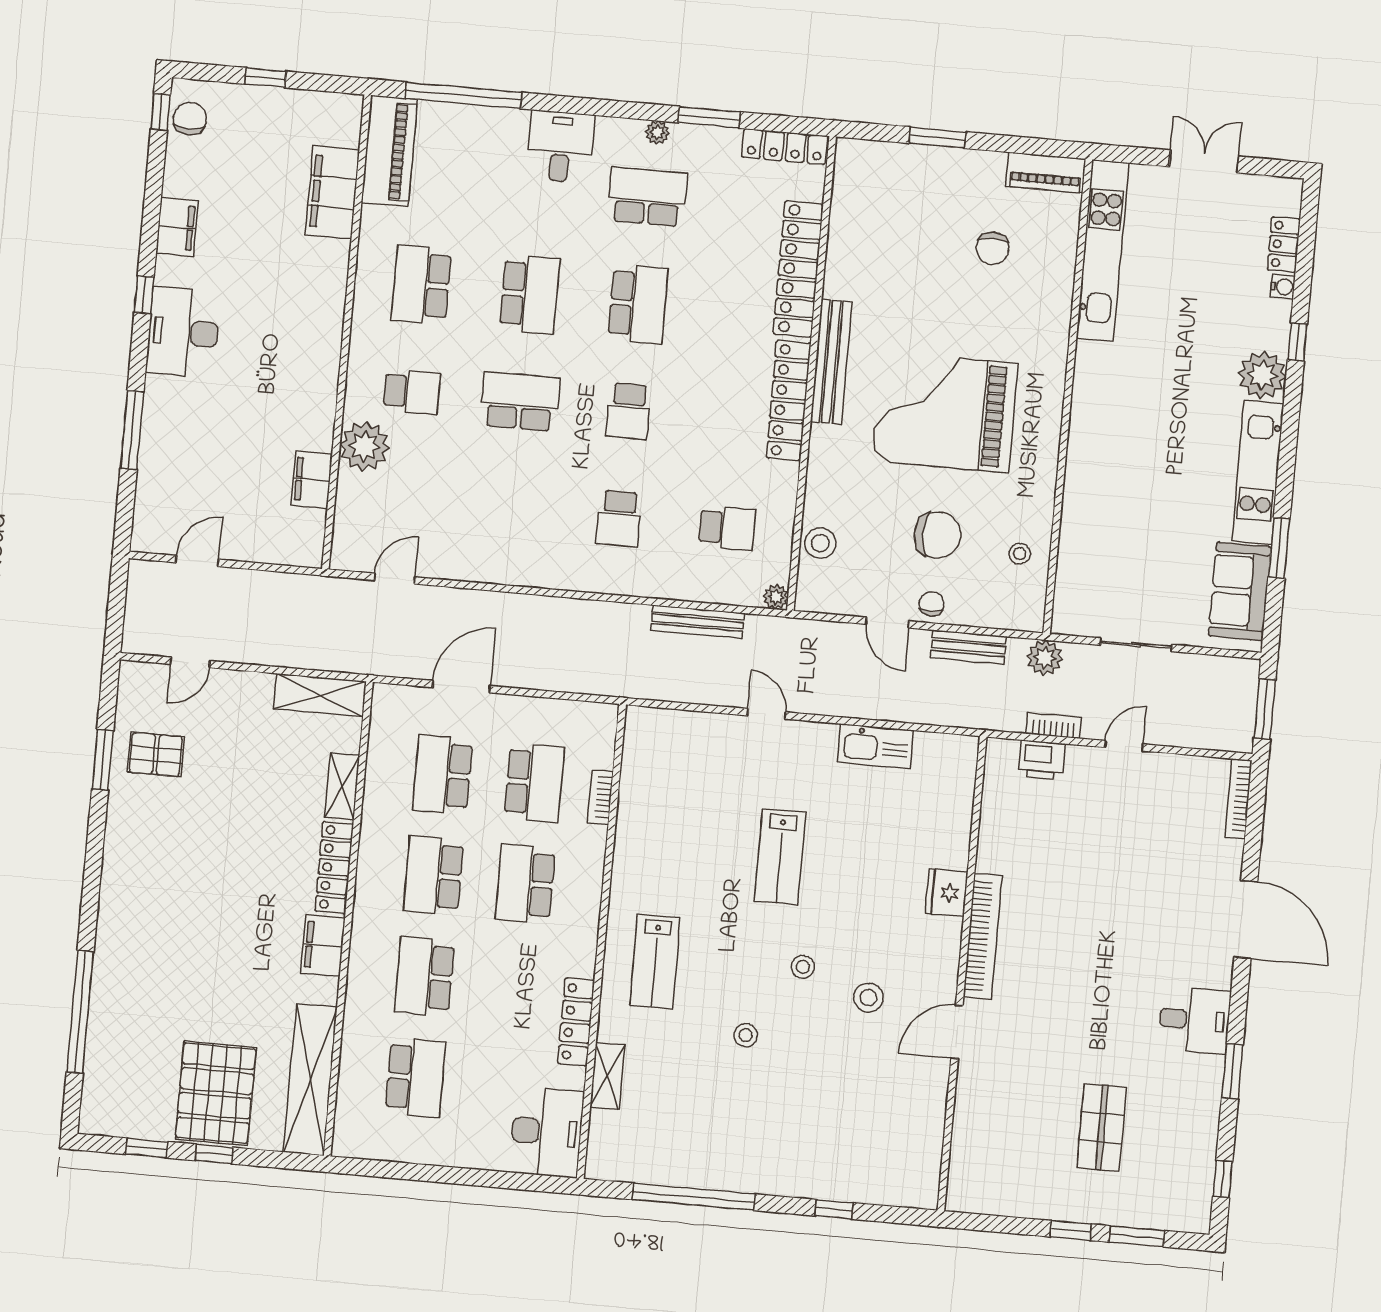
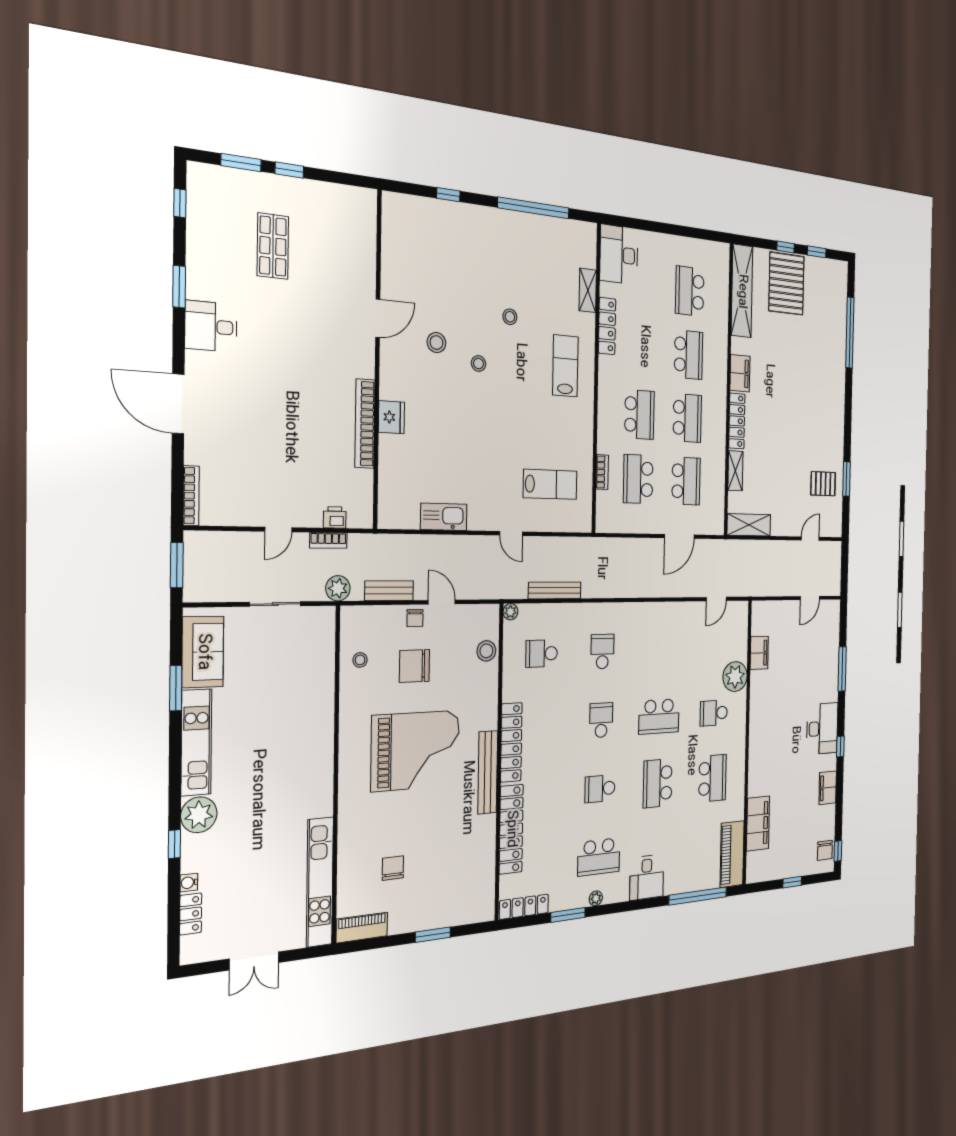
school desk: (638, 304) -> (600, 789), width x0.54
printer: (1042, 760) -> (335, 518), width x0.73, depth x0.81
lab bench: (780, 857) -> (550, 484), moved, turned 90
bookcase: (983, 936) -> (365, 424), moved

